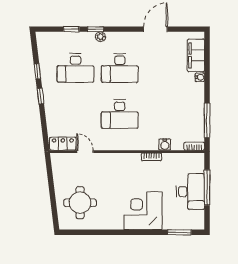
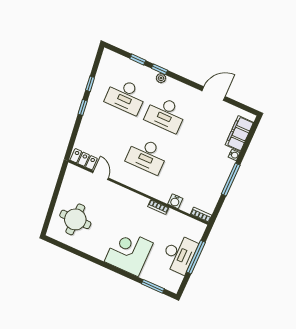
window: (207, 120) -> (231, 180), moved

